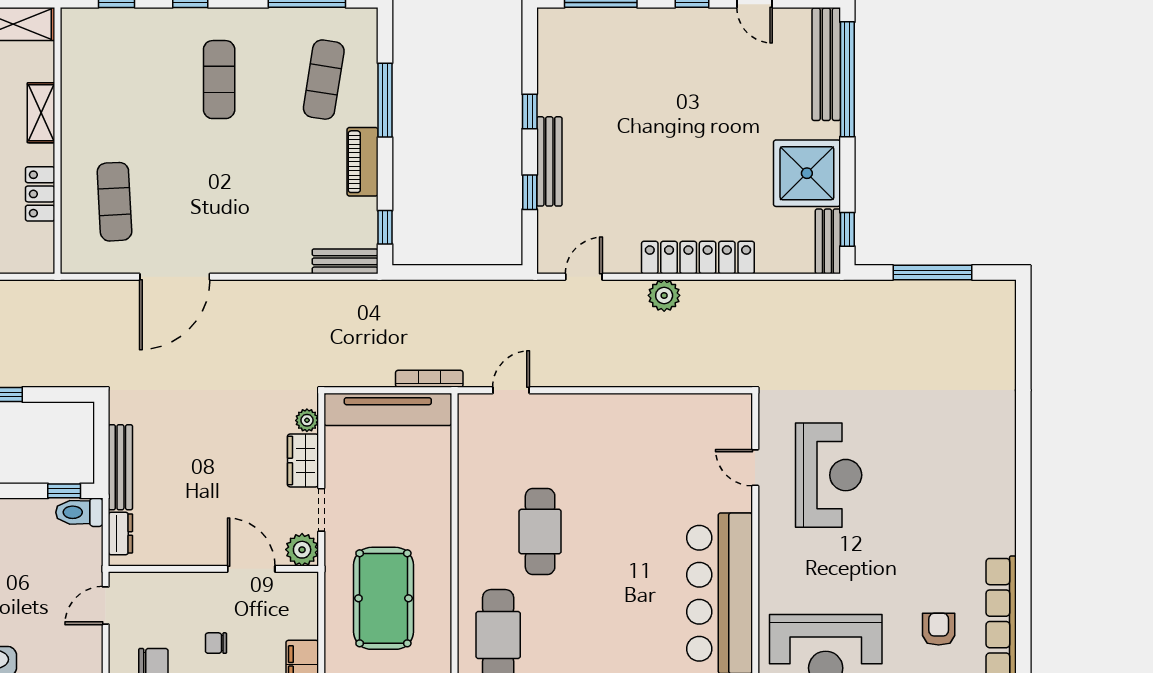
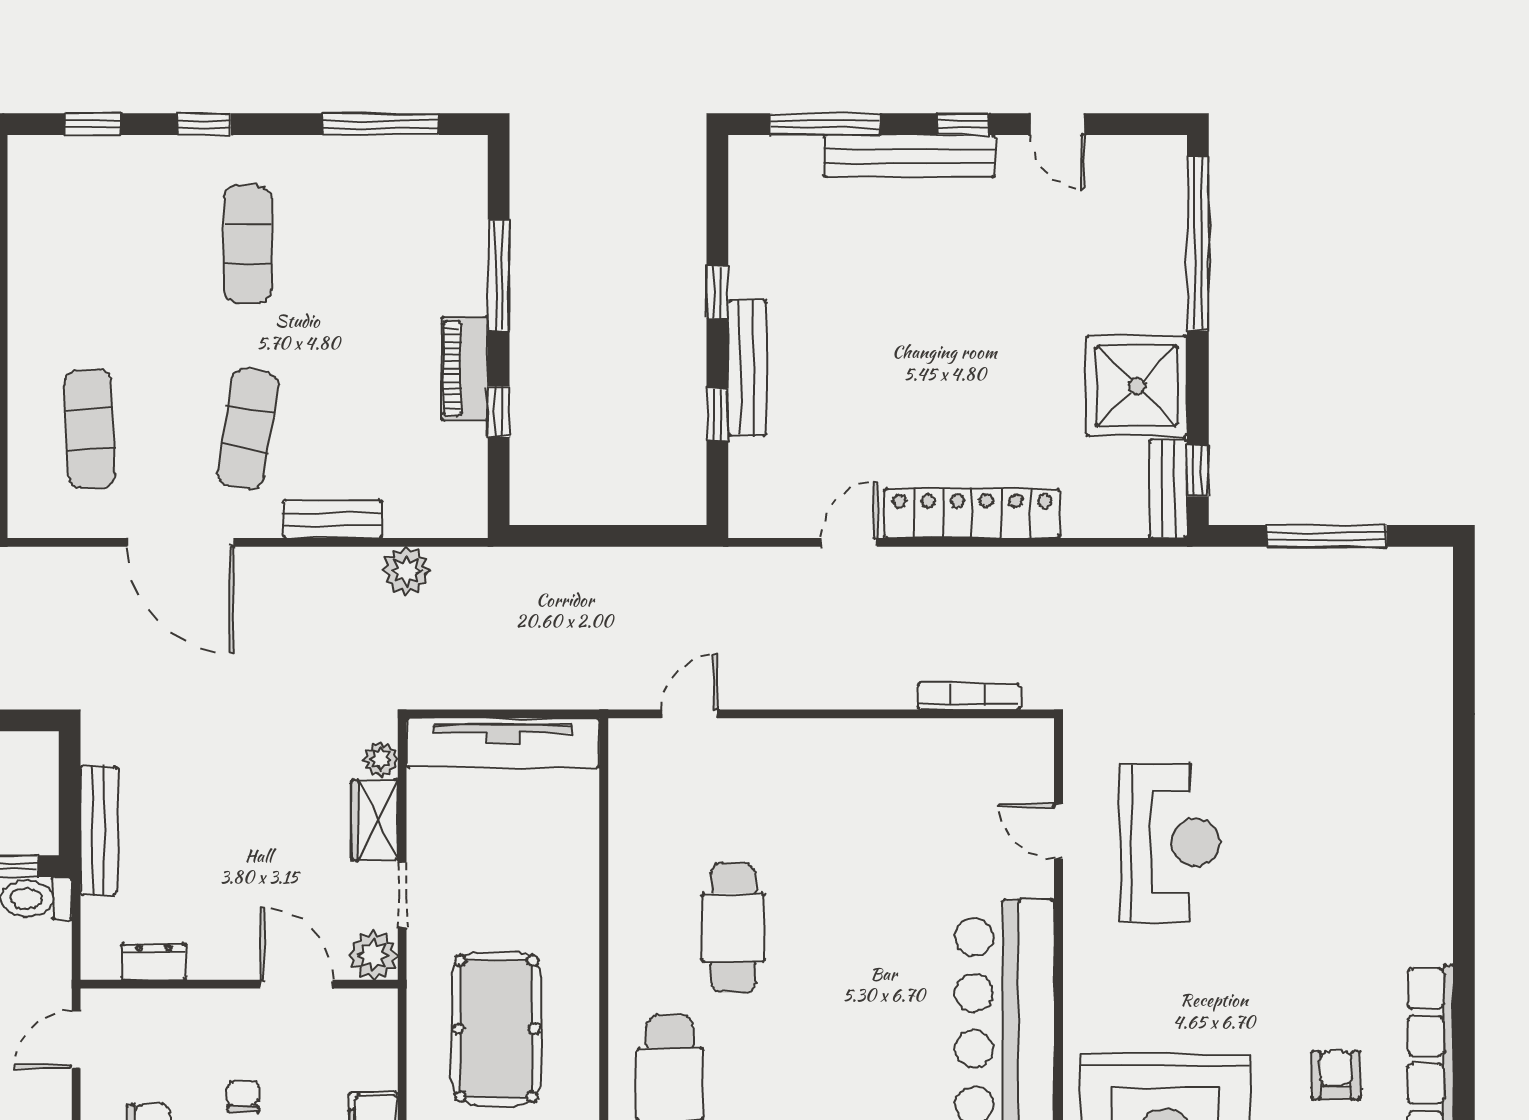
bench: (826, 64) -> (909, 156), moved, turned 90
exercise mat: (324, 80) -> (248, 429), moved
window: (385, 227) -> (499, 412), moved
bench: (345, 261) -> (333, 519), moved
door: (175, 277) -> (181, 542), hinge flipped
door: (584, 277) -> (849, 542), moved
plant: (664, 295) -> (406, 571), moved
bookcase: (429, 379) -> (969, 697), moved
dresser: (120, 533) -> (154, 962), moved, turned -90
chair: (216, 643) -> (243, 1096), turned 90

